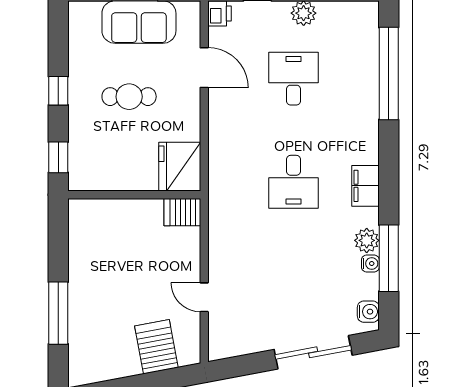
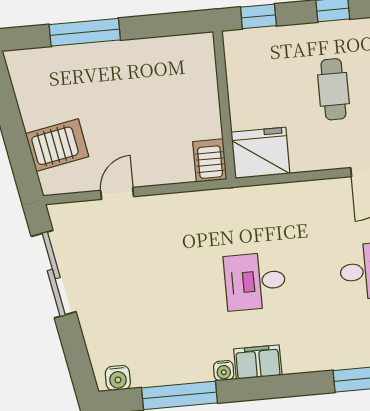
plant: (367, 240) -> (197, 369), removed
water cooler: (370, 264) -> (224, 371), moved
sliding door: (313, 352) -> (54, 274), moved

